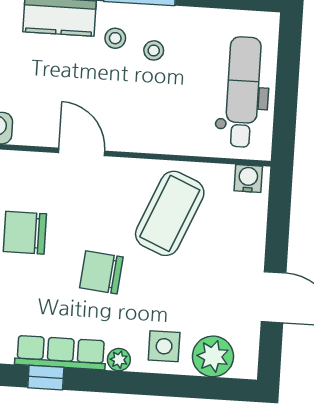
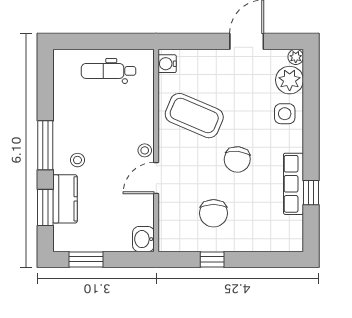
stool: (154, 50) -> (145, 150), moved
dental chair: (243, 92) -> (109, 71), width x0.73, depth x0.72
plant: (119, 360) -> (296, 57), moved

